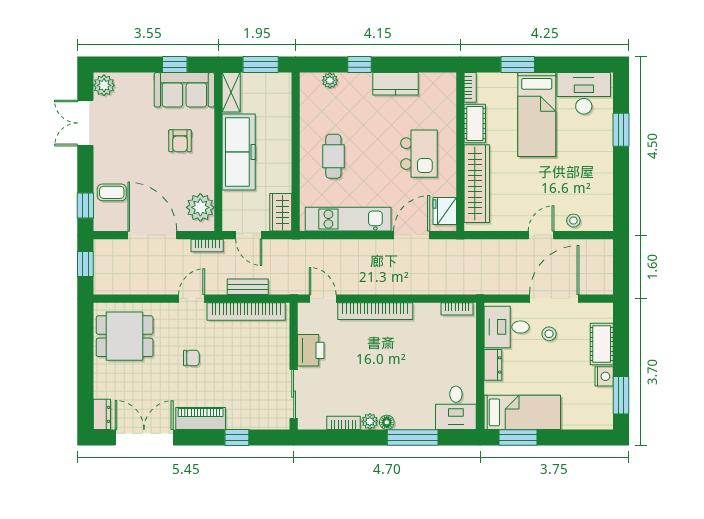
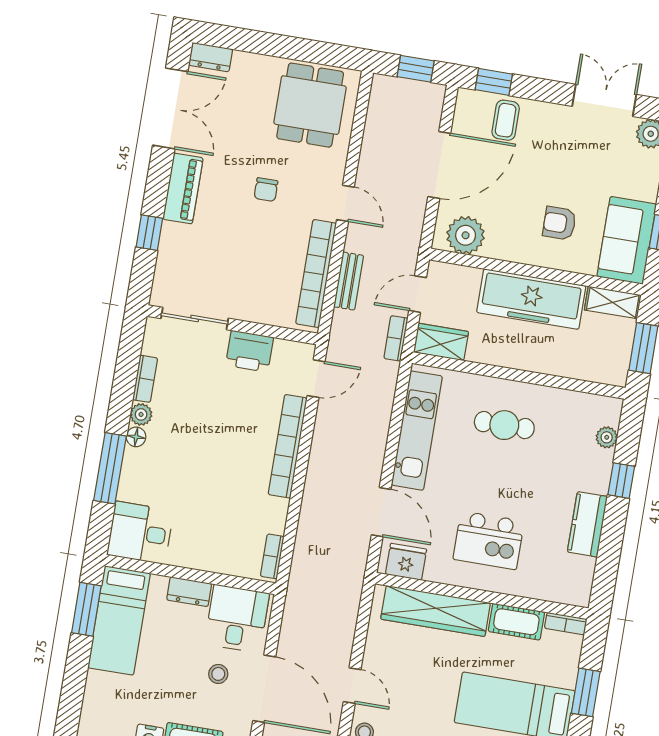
bookcase: (207, 246) -> (396, 338), moved

